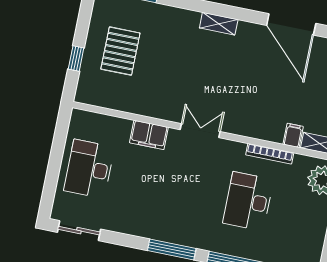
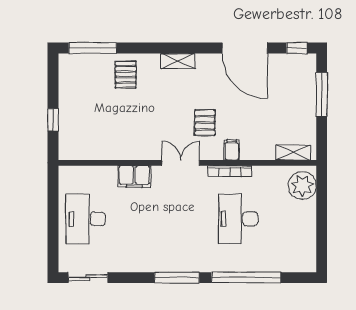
pallet: (120, 51) -> (126, 74), moved, width x0.67, depth x0.71
pallet: (234, 94) -> (205, 123), added
filing cabinet: (293, 135) -> (232, 150), moved
bookcase: (270, 154) -> (230, 171), moved

